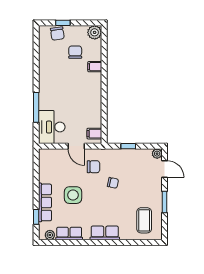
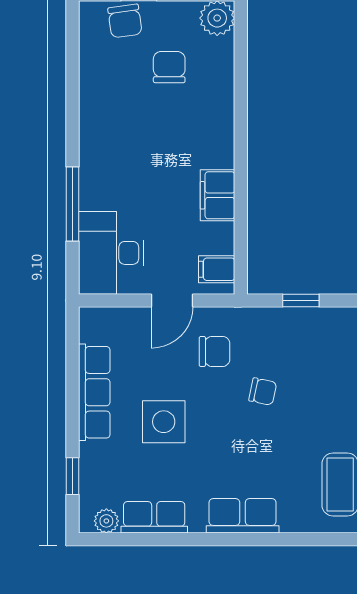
filing cabinet: (95, 67) -> (218, 195), moved, width x2.00
door: (76, 146) -> (172, 301), hinge flipped
row of seats: (45, 202) -> (94, 392), moved

